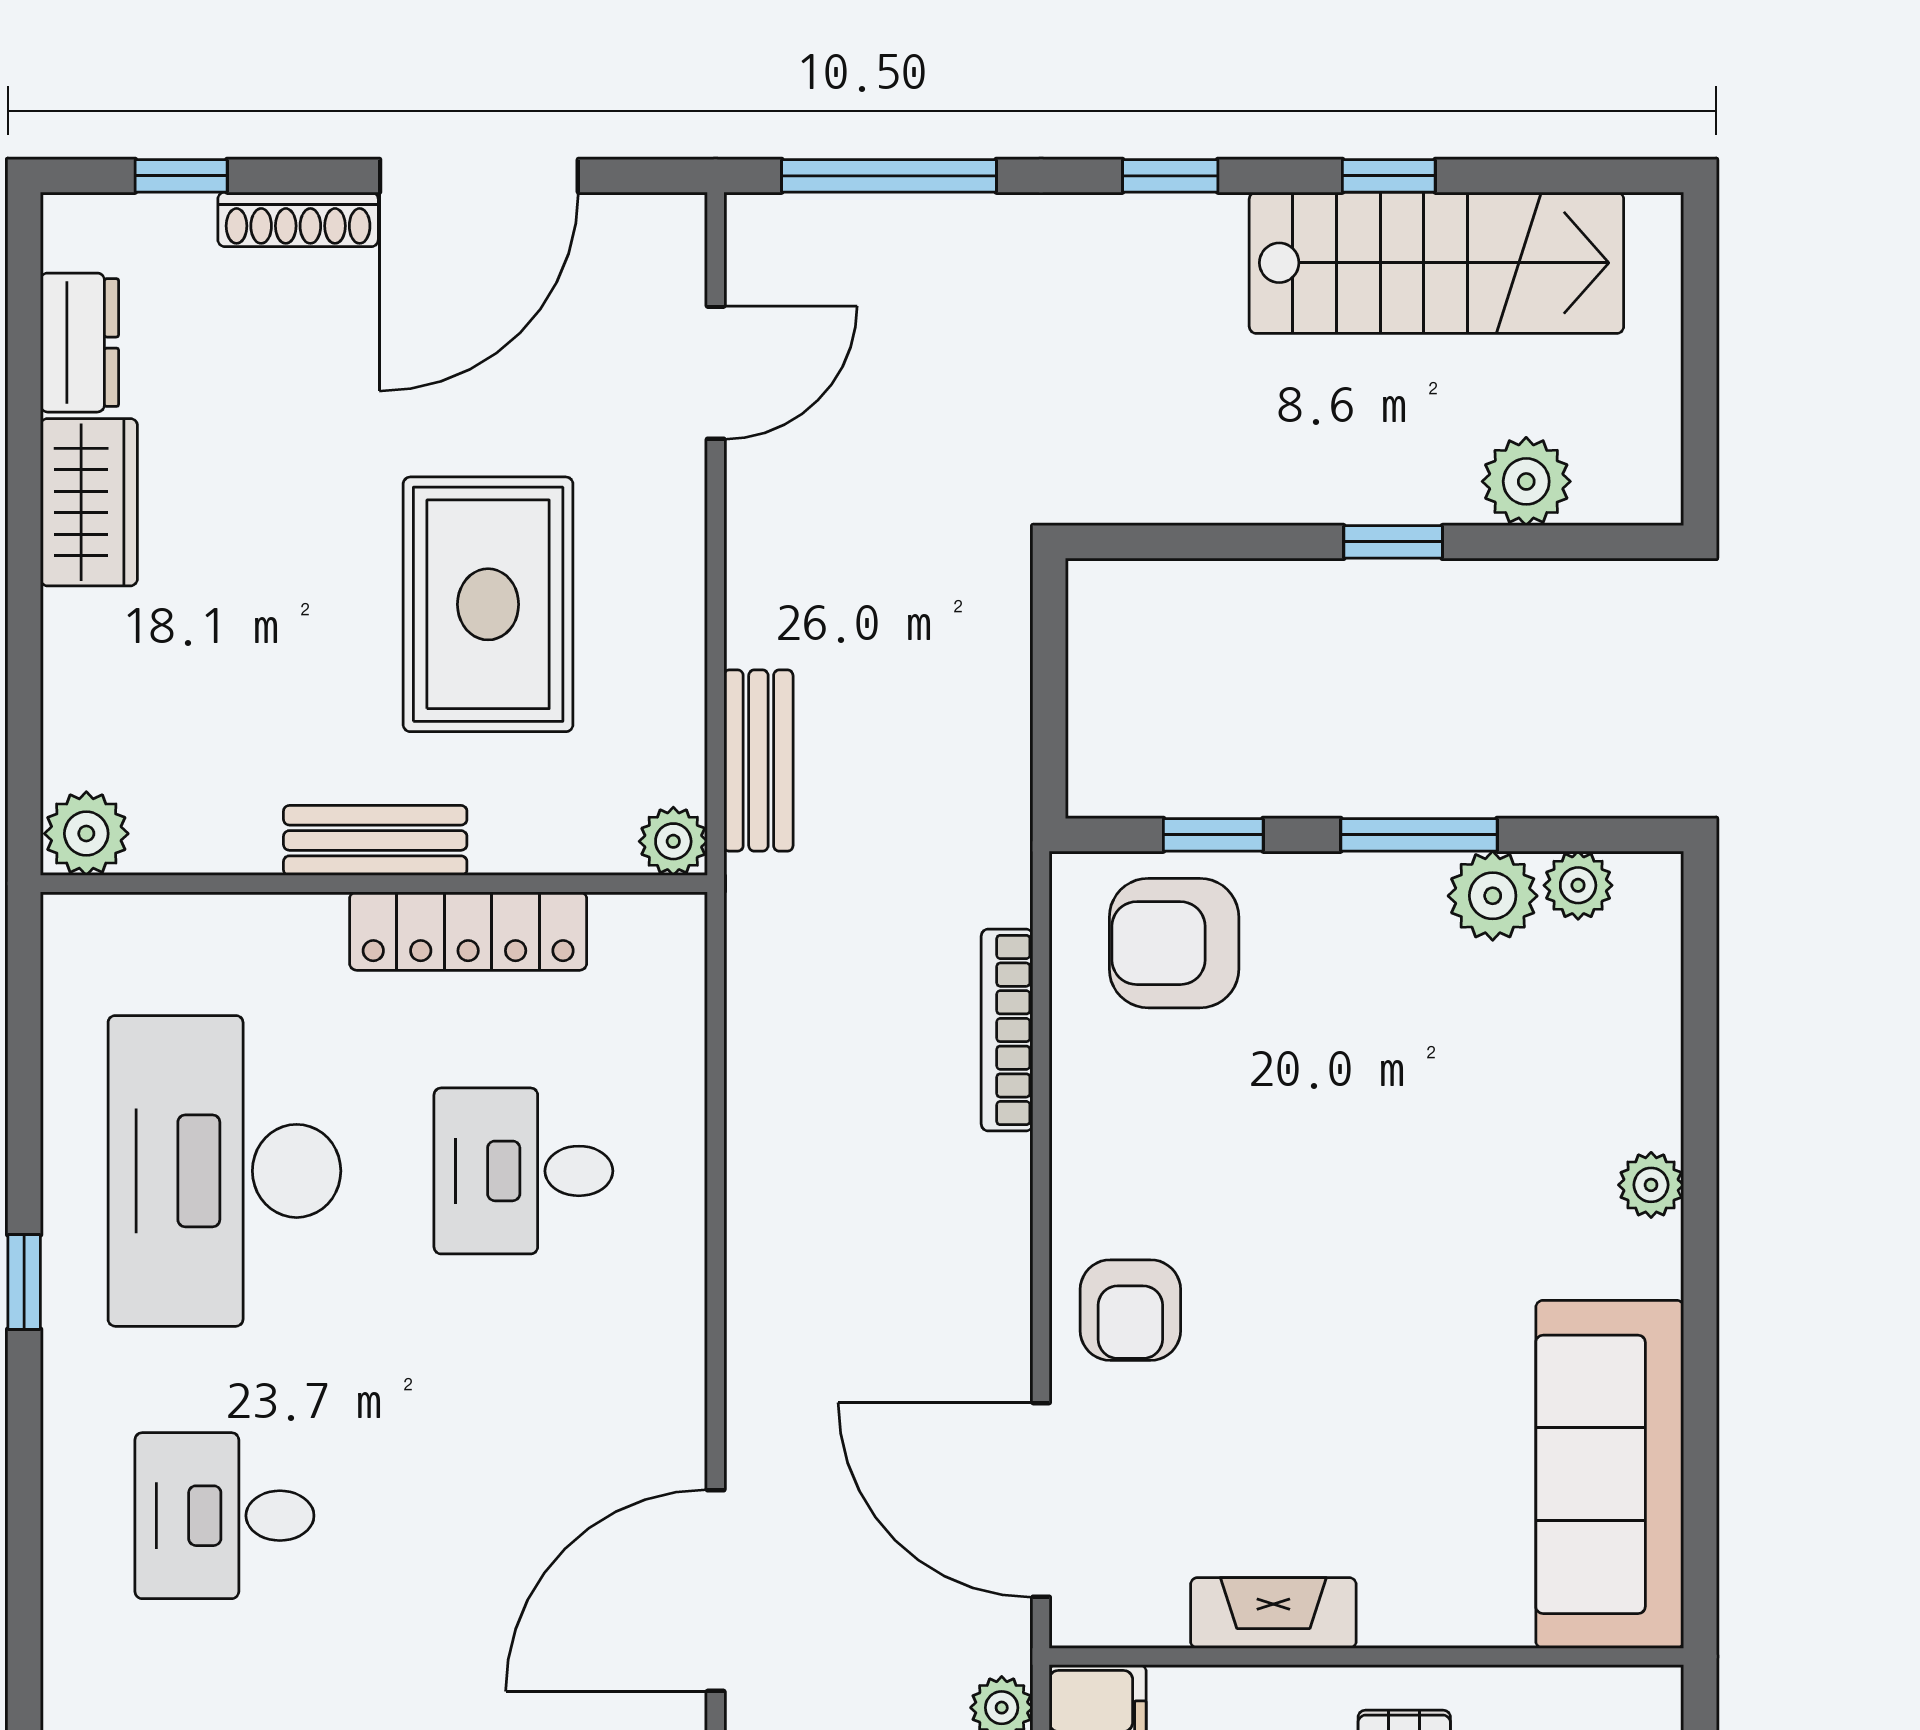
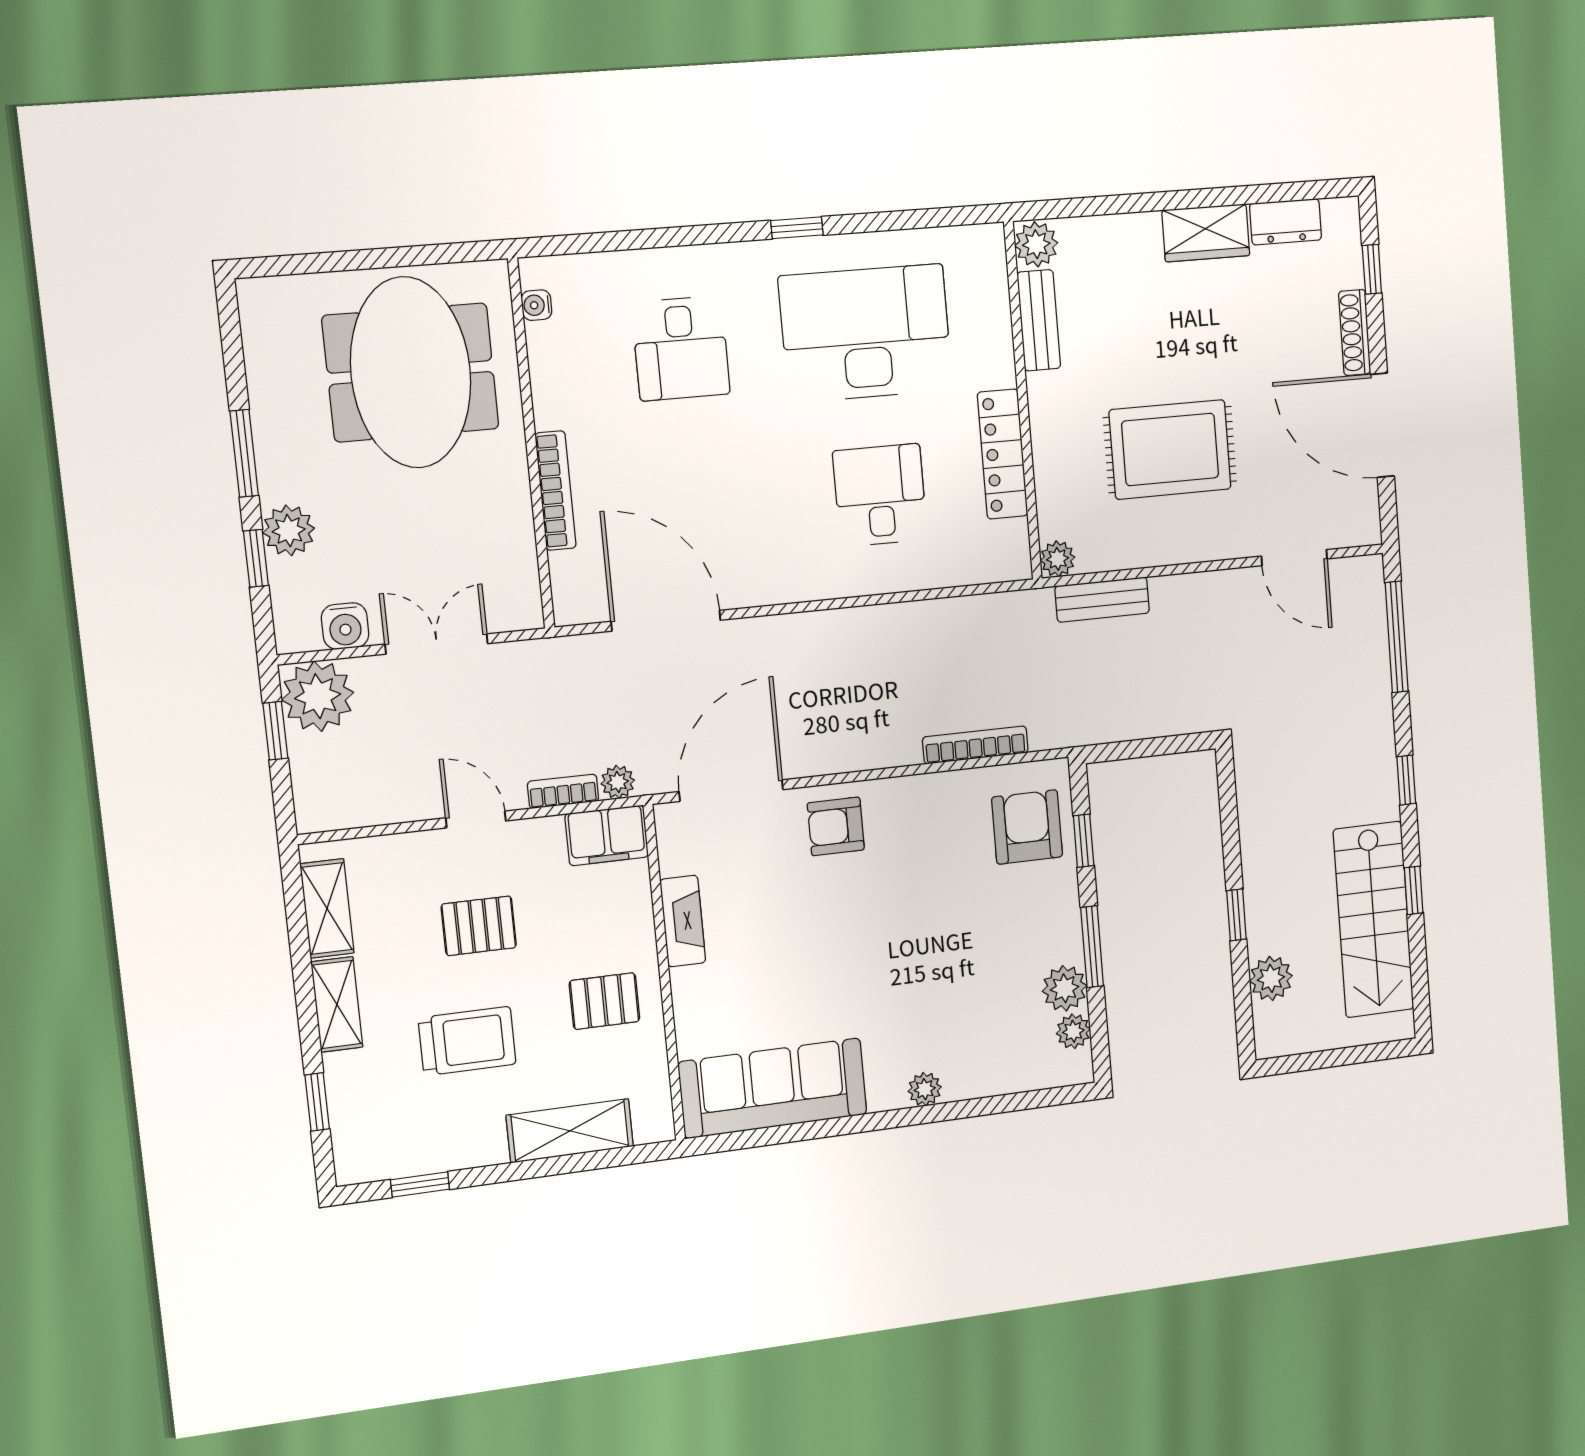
bench: (375, 840) -> (1039, 320), moved
desk: (224, 1516) -> (681, 348), turned 180

